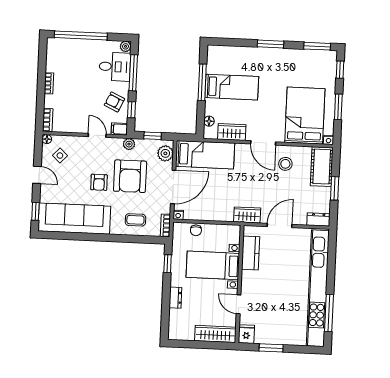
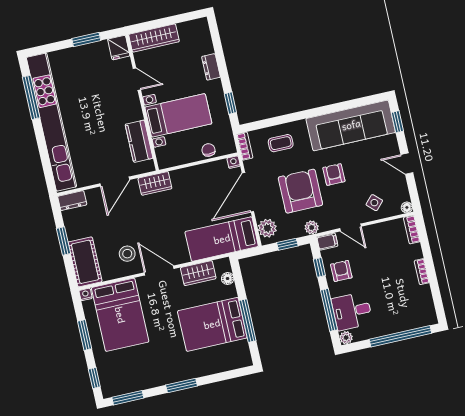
bed: (232, 87) -> (212, 324), width x1.50
armchair: (114, 102) -> (341, 271), turned -115
side table: (60, 156) -> (374, 203), moved

